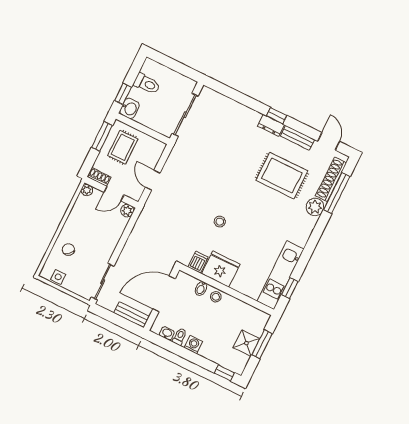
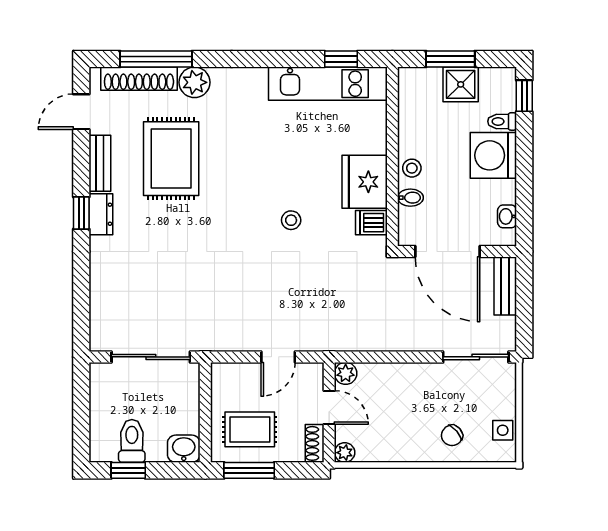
window: (123, 94) -> (128, 470), moved
toilet: (180, 337) -> (502, 121), moved
washing machine: (193, 345) -> (493, 155), width x1.89, depth x1.89

